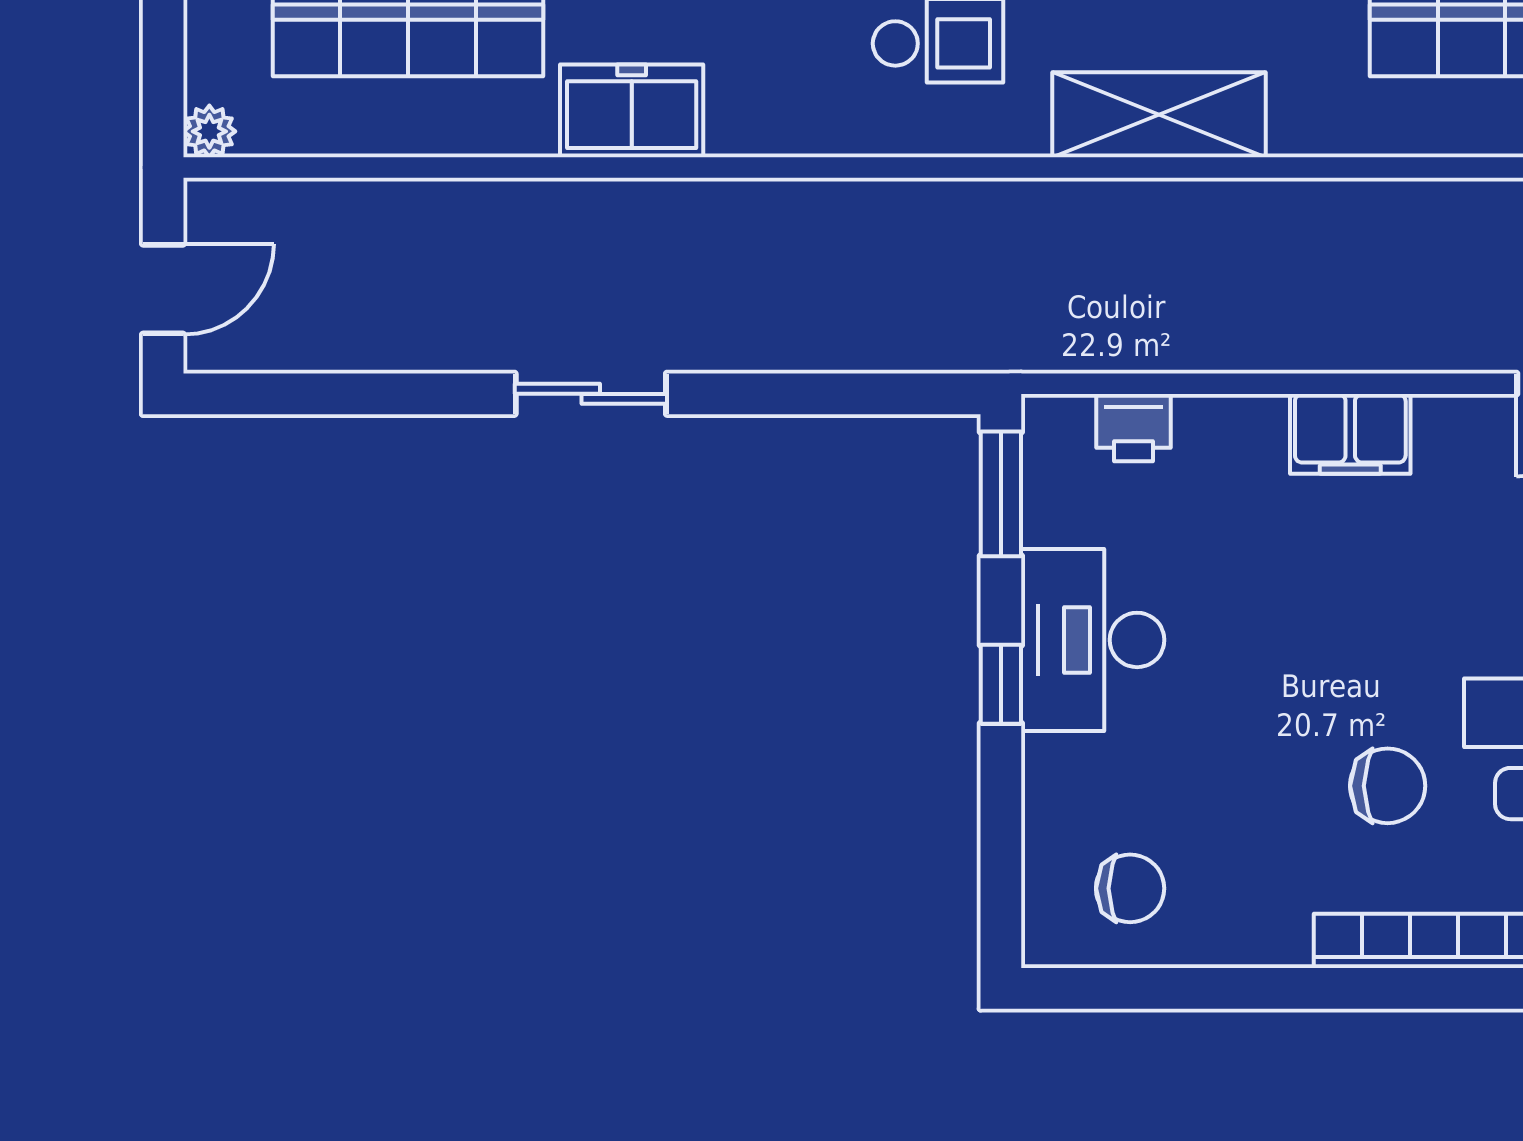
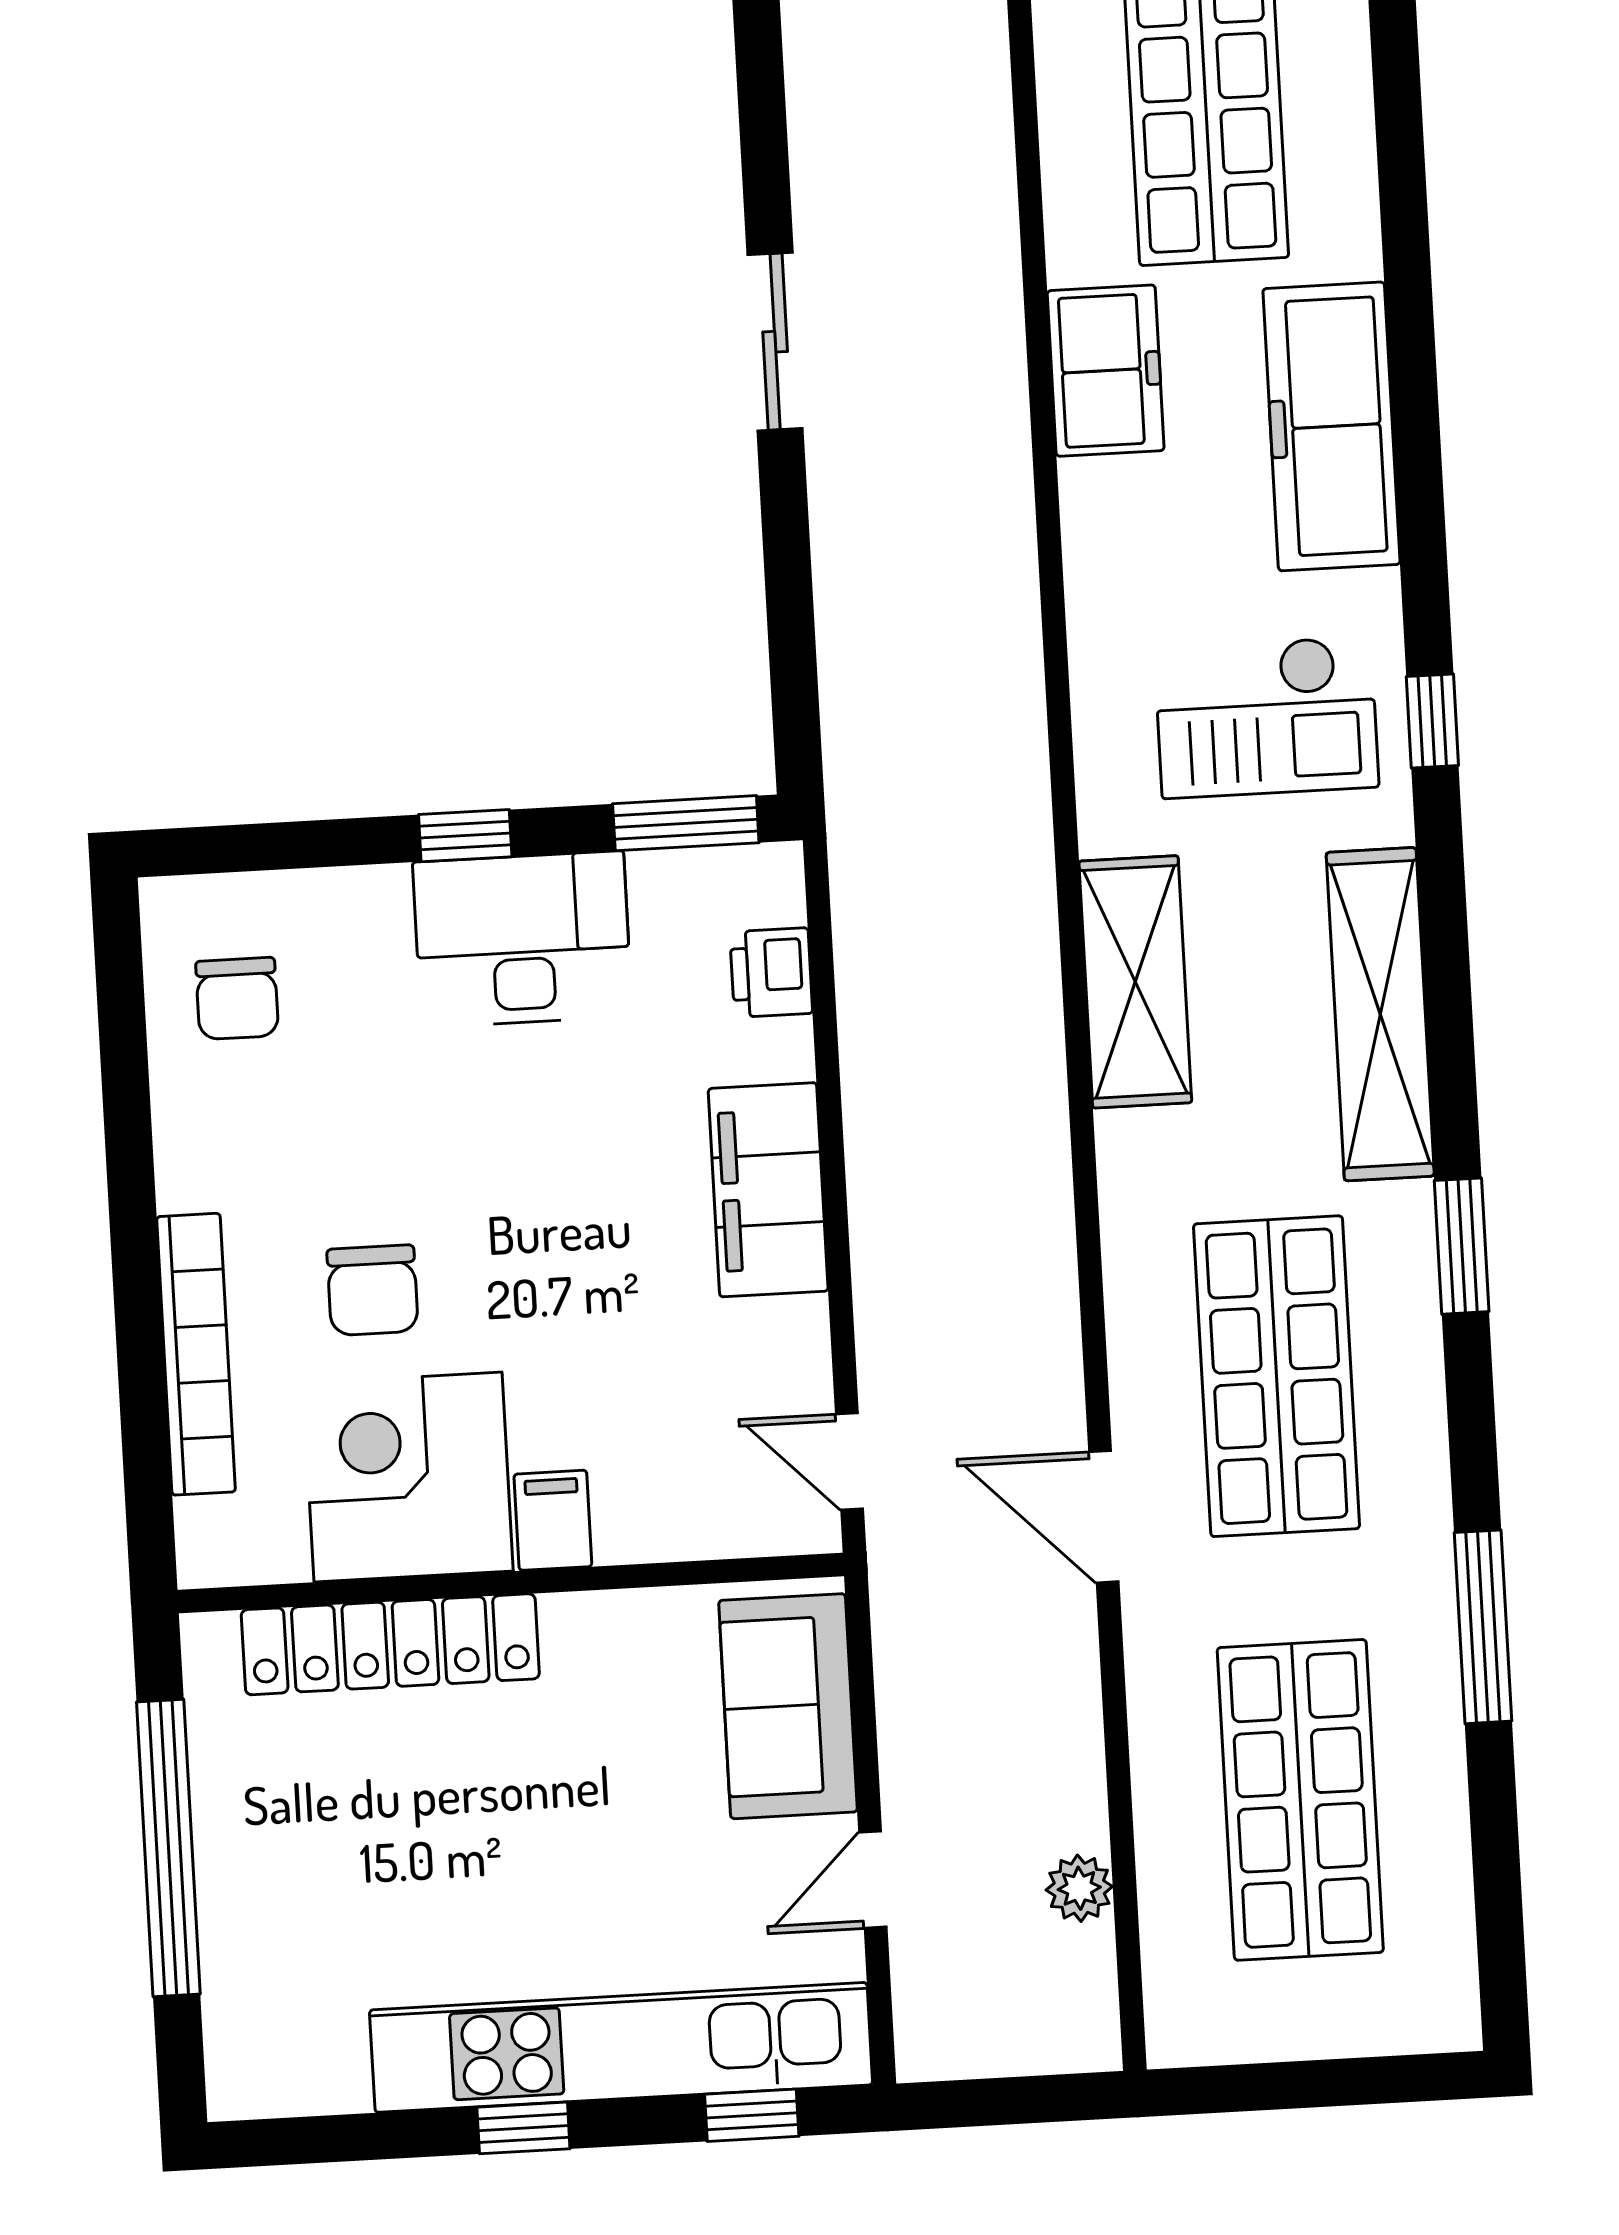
filing cabinet: (1350, 434) -> (768, 1190), width x1.50, depth x1.17

